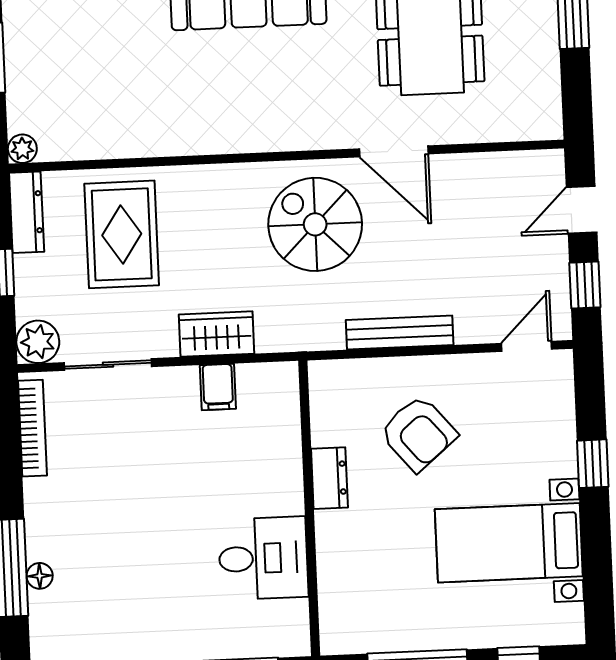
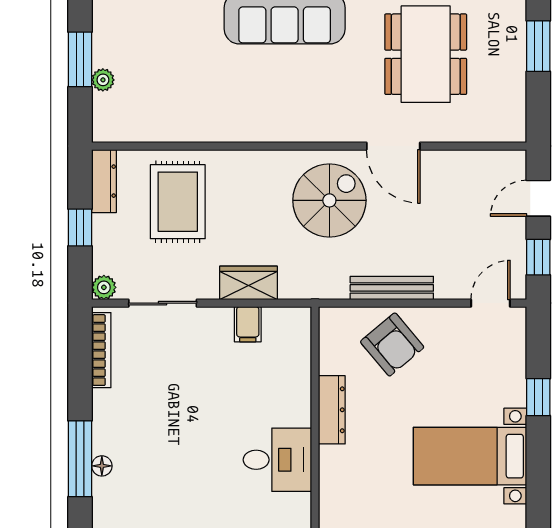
plant: (22, 149) -> (103, 80), moved
spiral stairs: (315, 224) -> (329, 200), turned 90
plant: (38, 342) -> (104, 287), width x0.73, depth x0.73
armchair: (418, 433) -> (392, 344), moved
dresser: (329, 478) -> (332, 410), width x1.44

